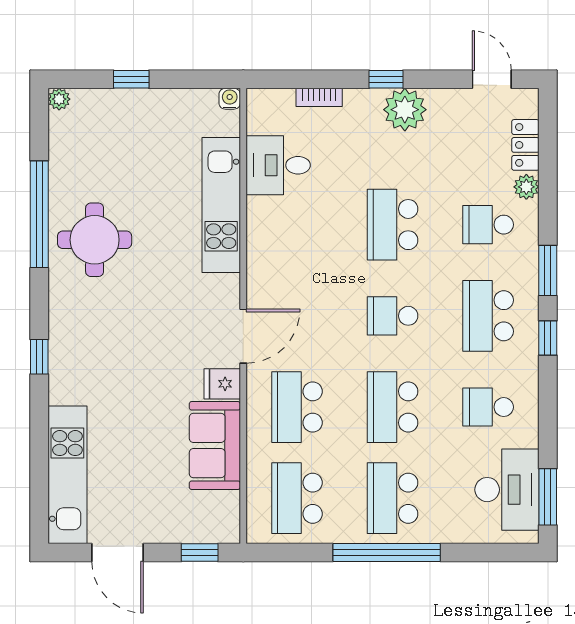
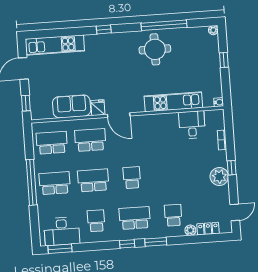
school desk: (393, 225) -> (170, 175), removed

